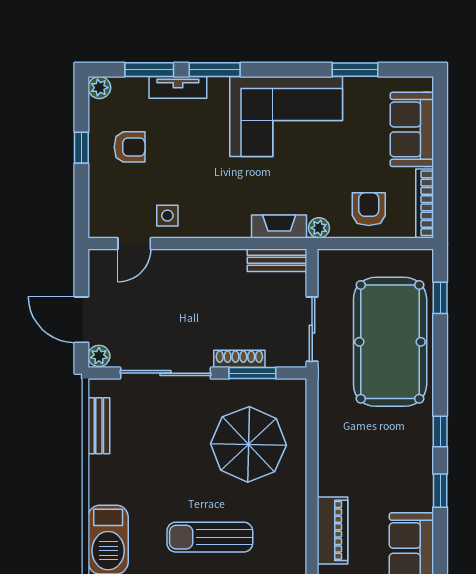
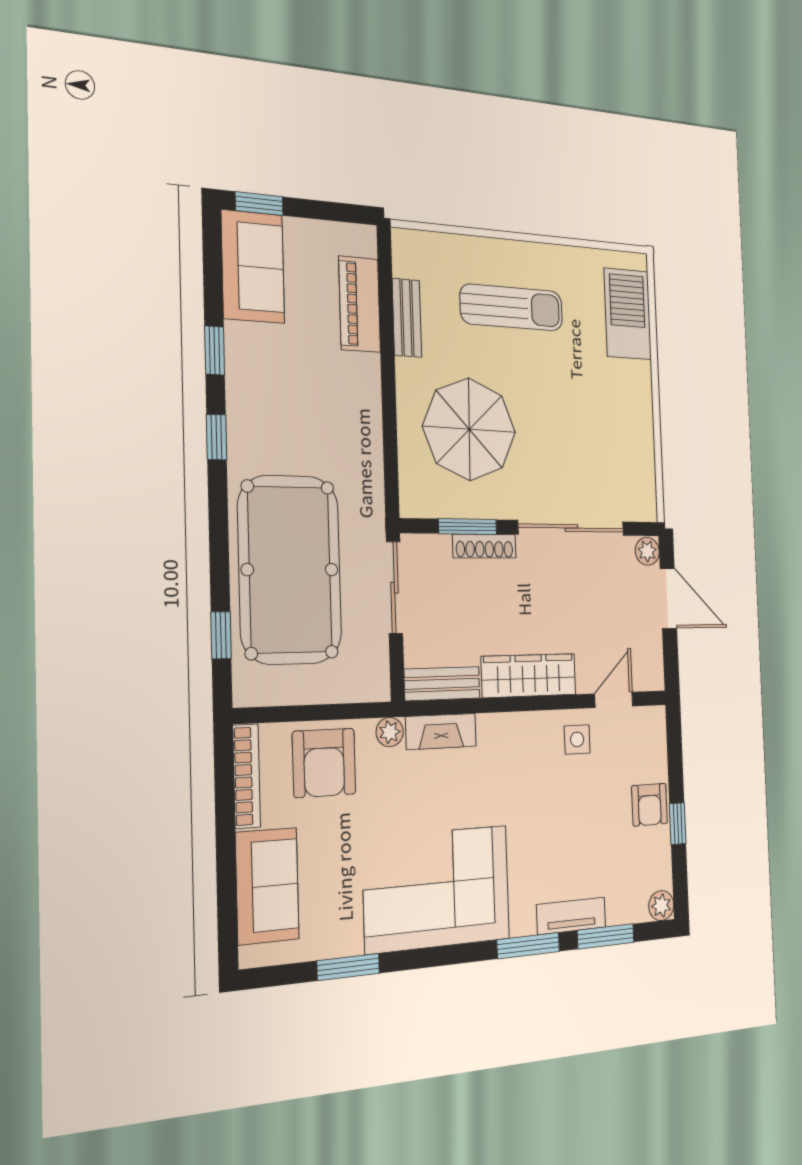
armchair: (130, 147) -> (650, 805), moved, turned -90
armchair: (369, 209) -> (324, 763), width x1.38, depth x1.38
wardrobe: (206, 264) -> (529, 676), added
bench: (99, 426) -> (407, 318), moved

